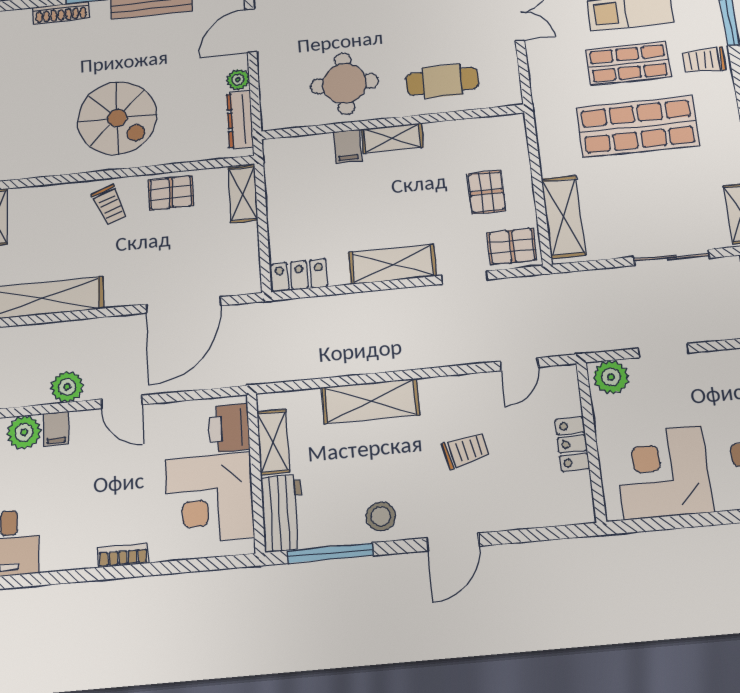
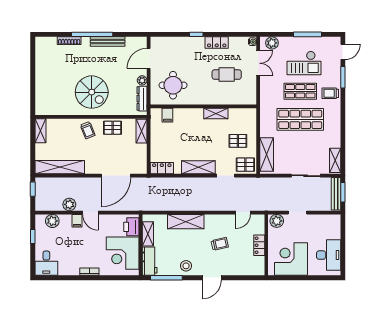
cafe table: (442, 81) -> (227, 75), moved
round table: (344, 84) -> (173, 85), moved
shelving: (392, 138) -> (216, 114), moved
filing cabinet: (348, 146) -> (167, 115), moved
pallet: (487, 192) -> (238, 141), turned 90
filing cabinet: (56, 429) -> (77, 221), moved

